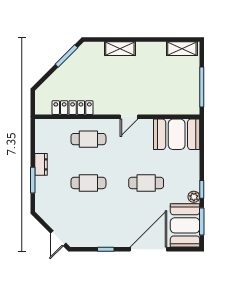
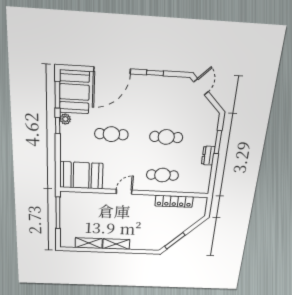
shelving: (120, 49) -> (116, 244), moved
shelving: (182, 49) -> (89, 243), moved

